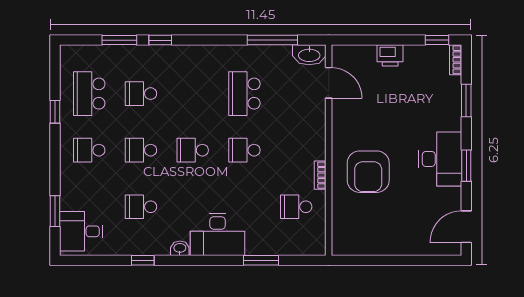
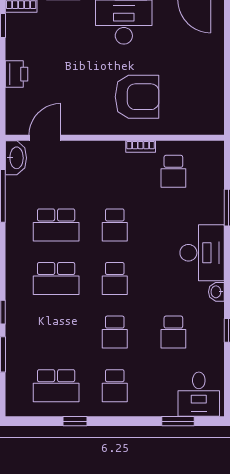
school desk: (141, 94) -> (56, 278), moved, width x1.85

